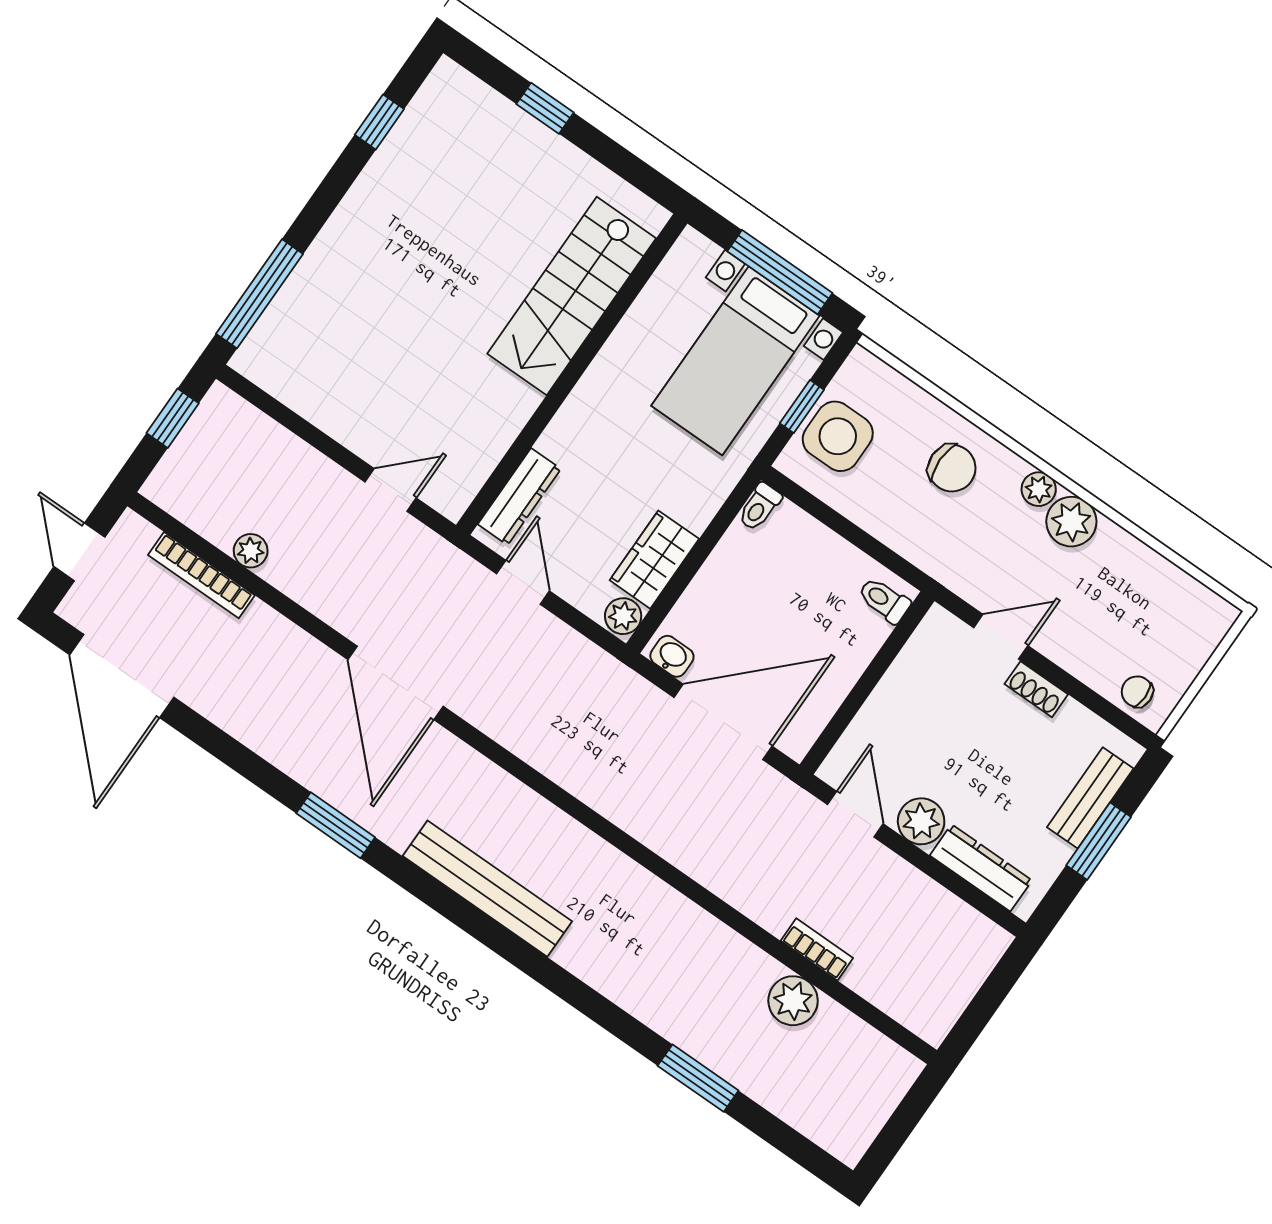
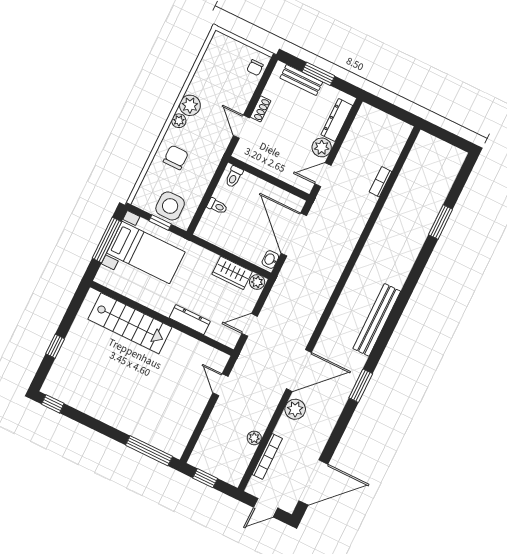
window: (379, 122) -> (53, 404), moved
dresser: (519, 497) -> (190, 320), moved
toilet: (760, 507) -> (217, 206), moved
plant: (793, 1001) -> (295, 409), moved

